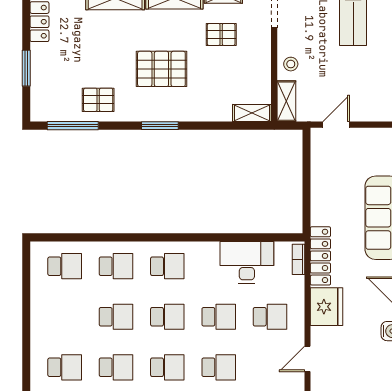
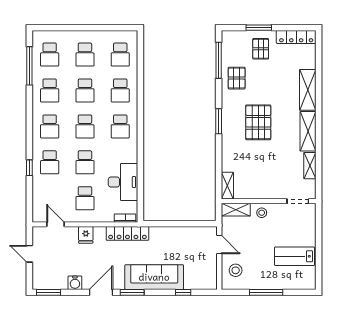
pallet: (221, 34) -> (261, 49), moved
stool: (373, 101) -> (236, 270), added
fridge: (327, 307) -> (86, 235), width x0.53, depth x0.75
school desk: (65, 317) -> (85, 55), added

